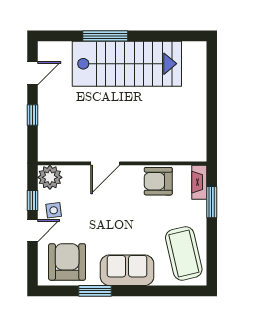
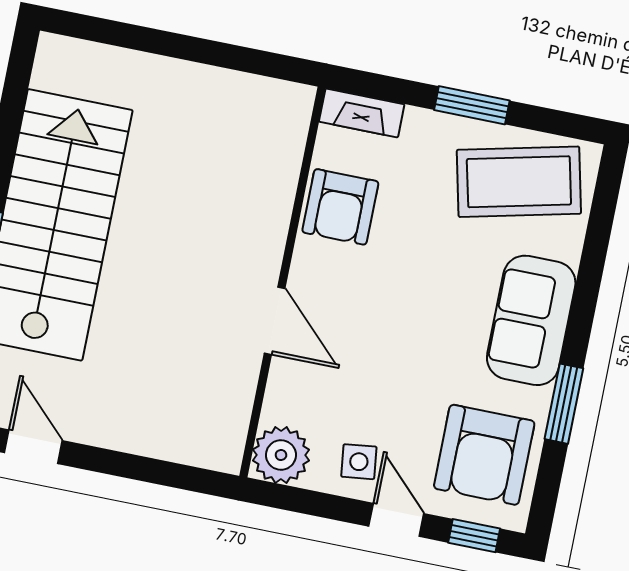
window: (33, 115) -> (129, 466), removed
window: (33, 200) -> (474, 536), moved
window: (212, 202) -> (472, 105), moved
armchair: (67, 262) -> (484, 455), turned -90

